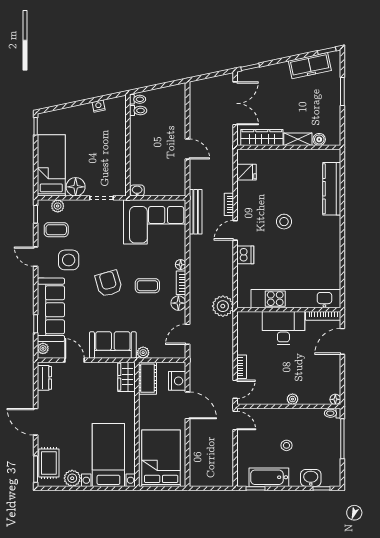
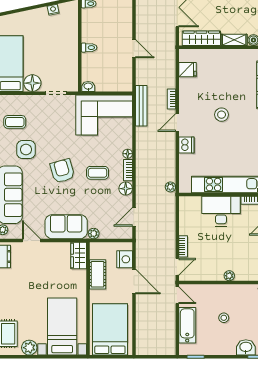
toilet: (138, 111) -> (89, 48), moved
plant: (58, 206) -> (16, 101), removed
plant: (223, 306) -> (170, 187), width x0.53, depth x0.53
cot: (147, 378) -> (98, 274), moved
bathtub: (269, 477) -> (187, 325), moved, turned 90

